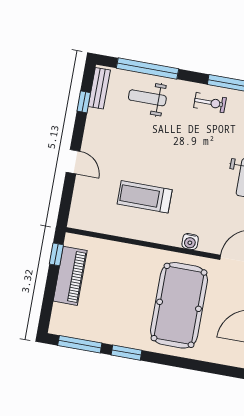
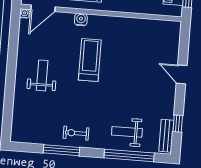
weight bench: (147, 98) -> (127, 132), turned 180
treadmill: (145, 197) -> (90, 60), moved, turned -90

